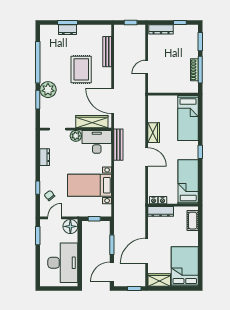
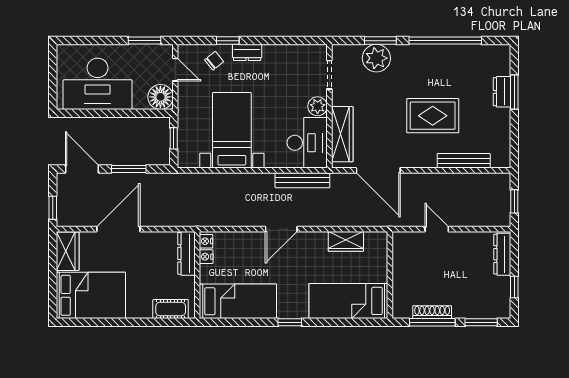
plant: (48, 90) -> (376, 58), moved
door: (113, 101) -> (378, 170), swing flipped
wardrobe: (154, 133) -> (346, 241), moved
dresser: (45, 157) -> (247, 52), moved
door: (147, 251) -> (118, 229), hinge flipped

